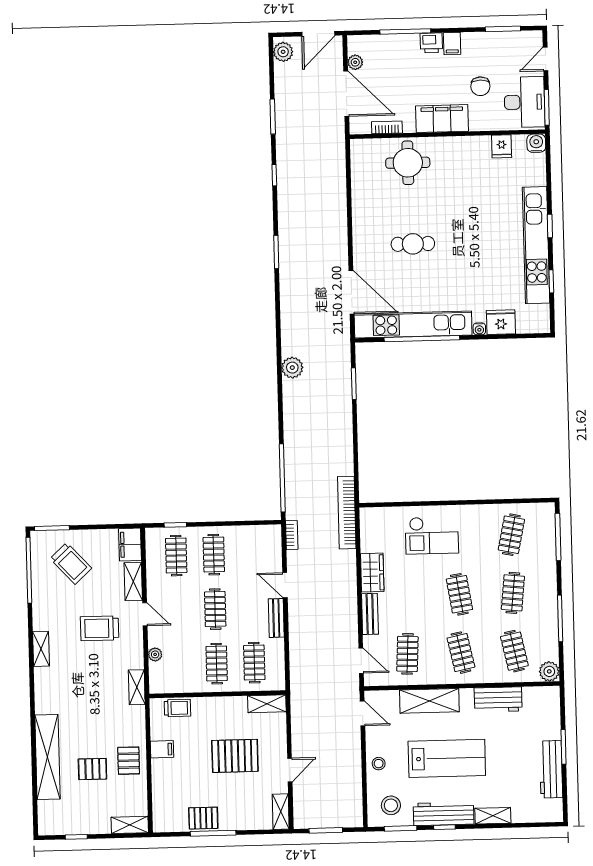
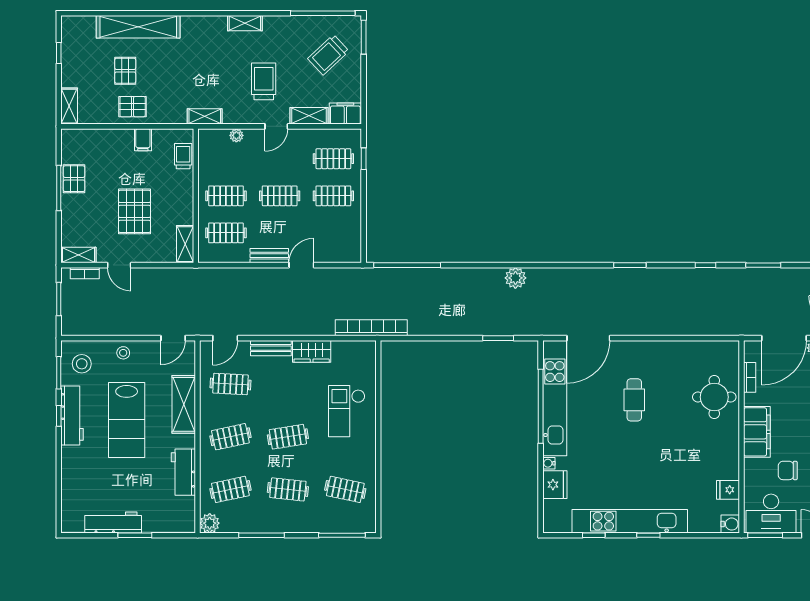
bookcase: (292, 535) -> (85, 273), moved
trolley: (177, 708) -> (183, 156), turned 180
shelving: (493, 816) -> (69, 464), removed

